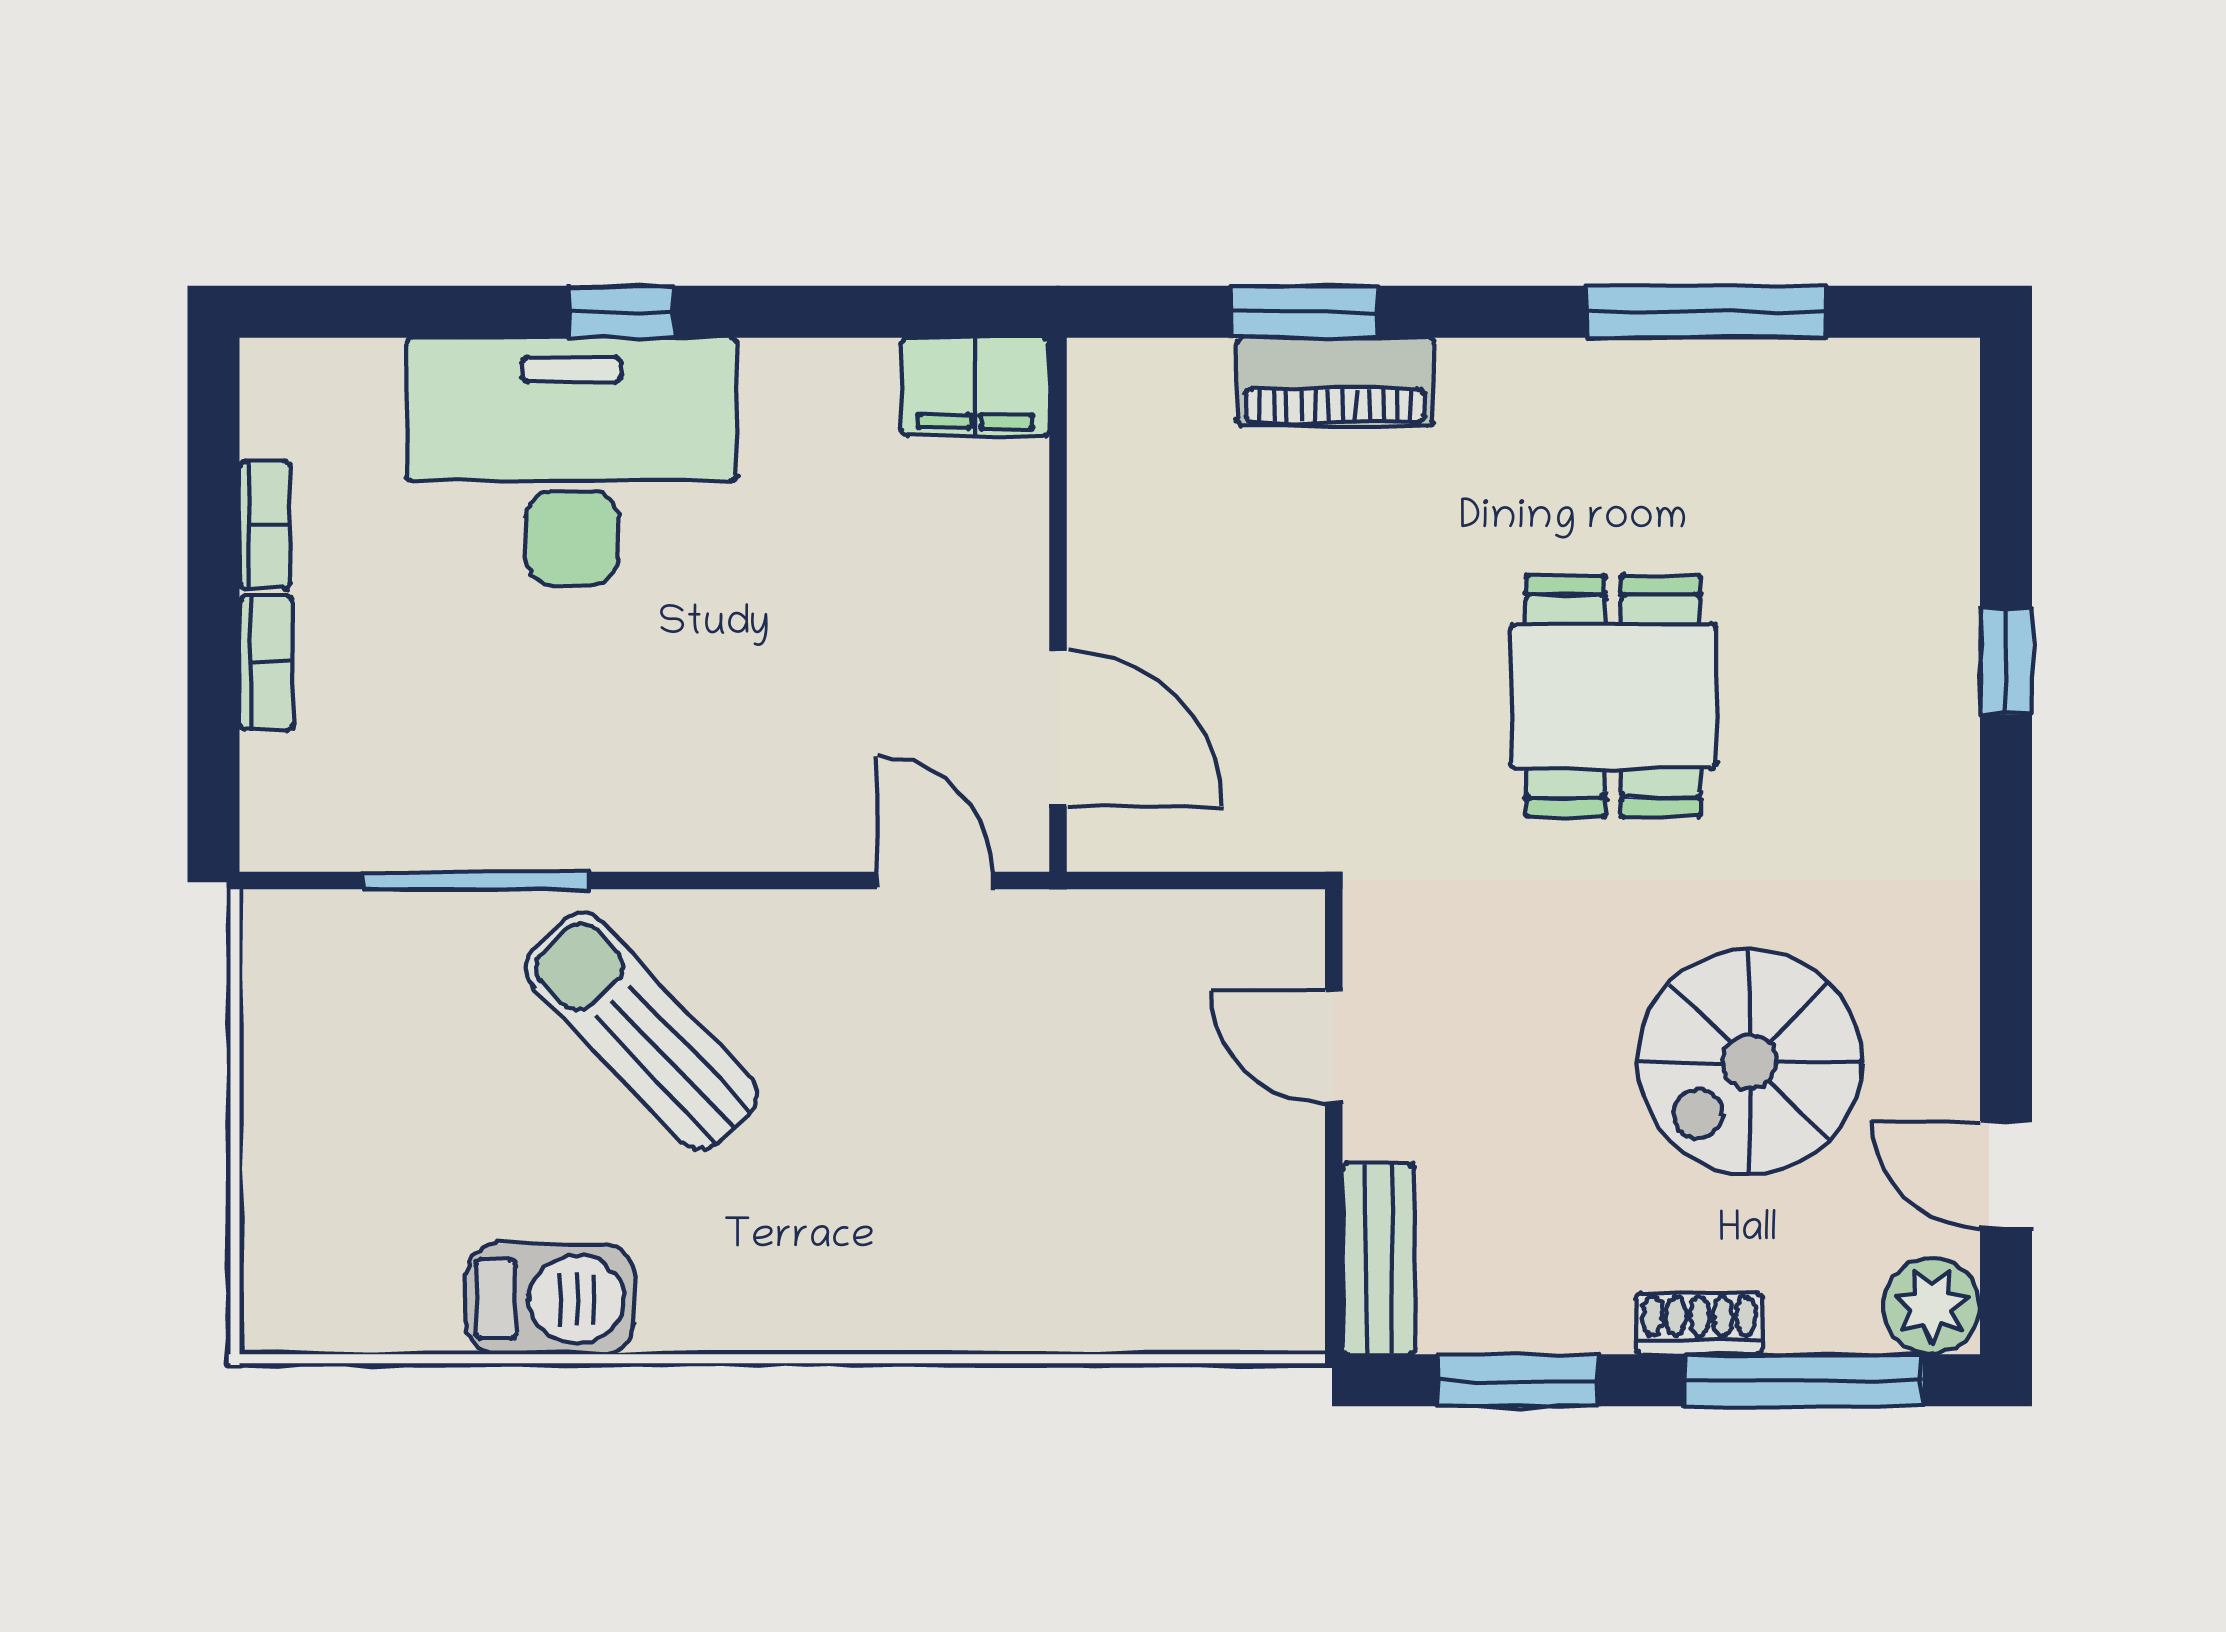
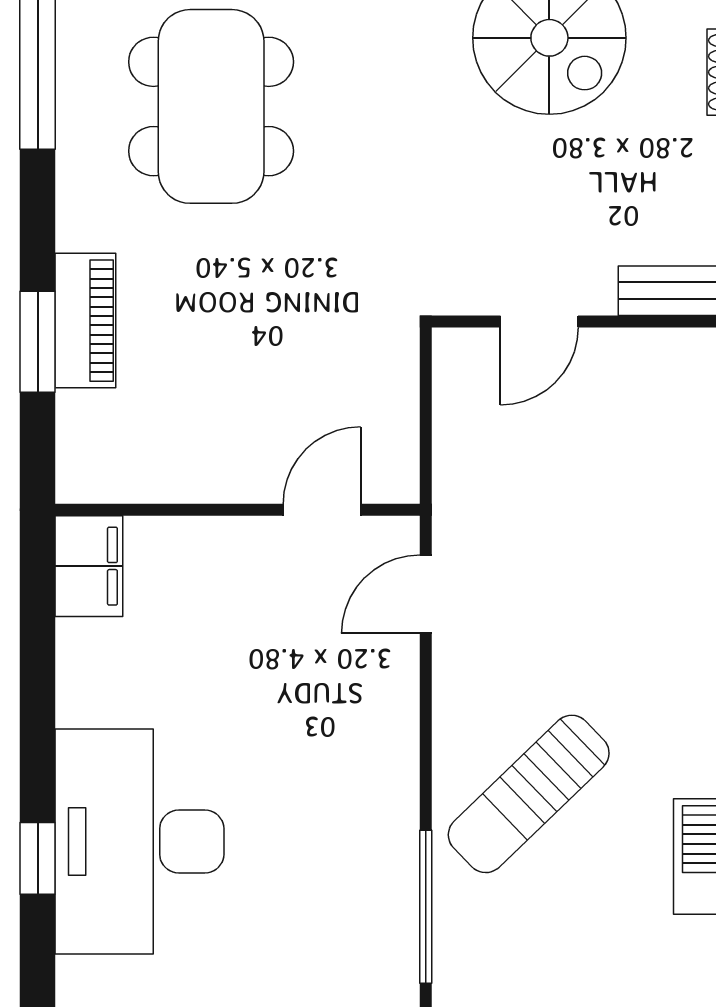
window: (621, 312) -> (38, 858), moved
dining table: (1613, 696) -> (211, 106), moved, width x1.38
door: (1058, 728) -> (322, 510), width x0.73

